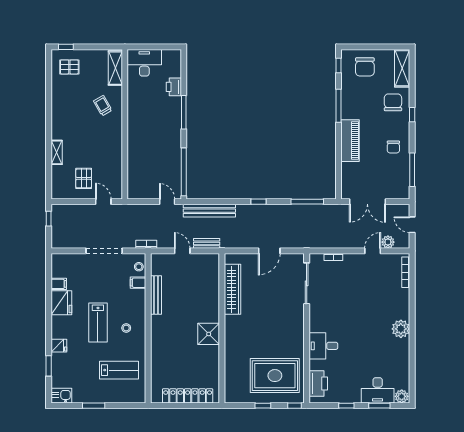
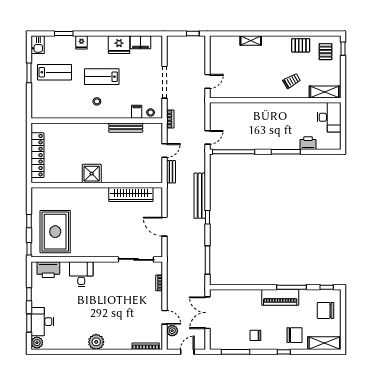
piano: (350, 141) -> (280, 297), moved
pallet: (84, 178) -> (301, 45), moved
bench: (209, 211) -> (200, 196), moved
filing cabinet: (59, 284) -> (140, 42), width x2.00
lab bench: (119, 370) -> (54, 72), moved, turned -90

